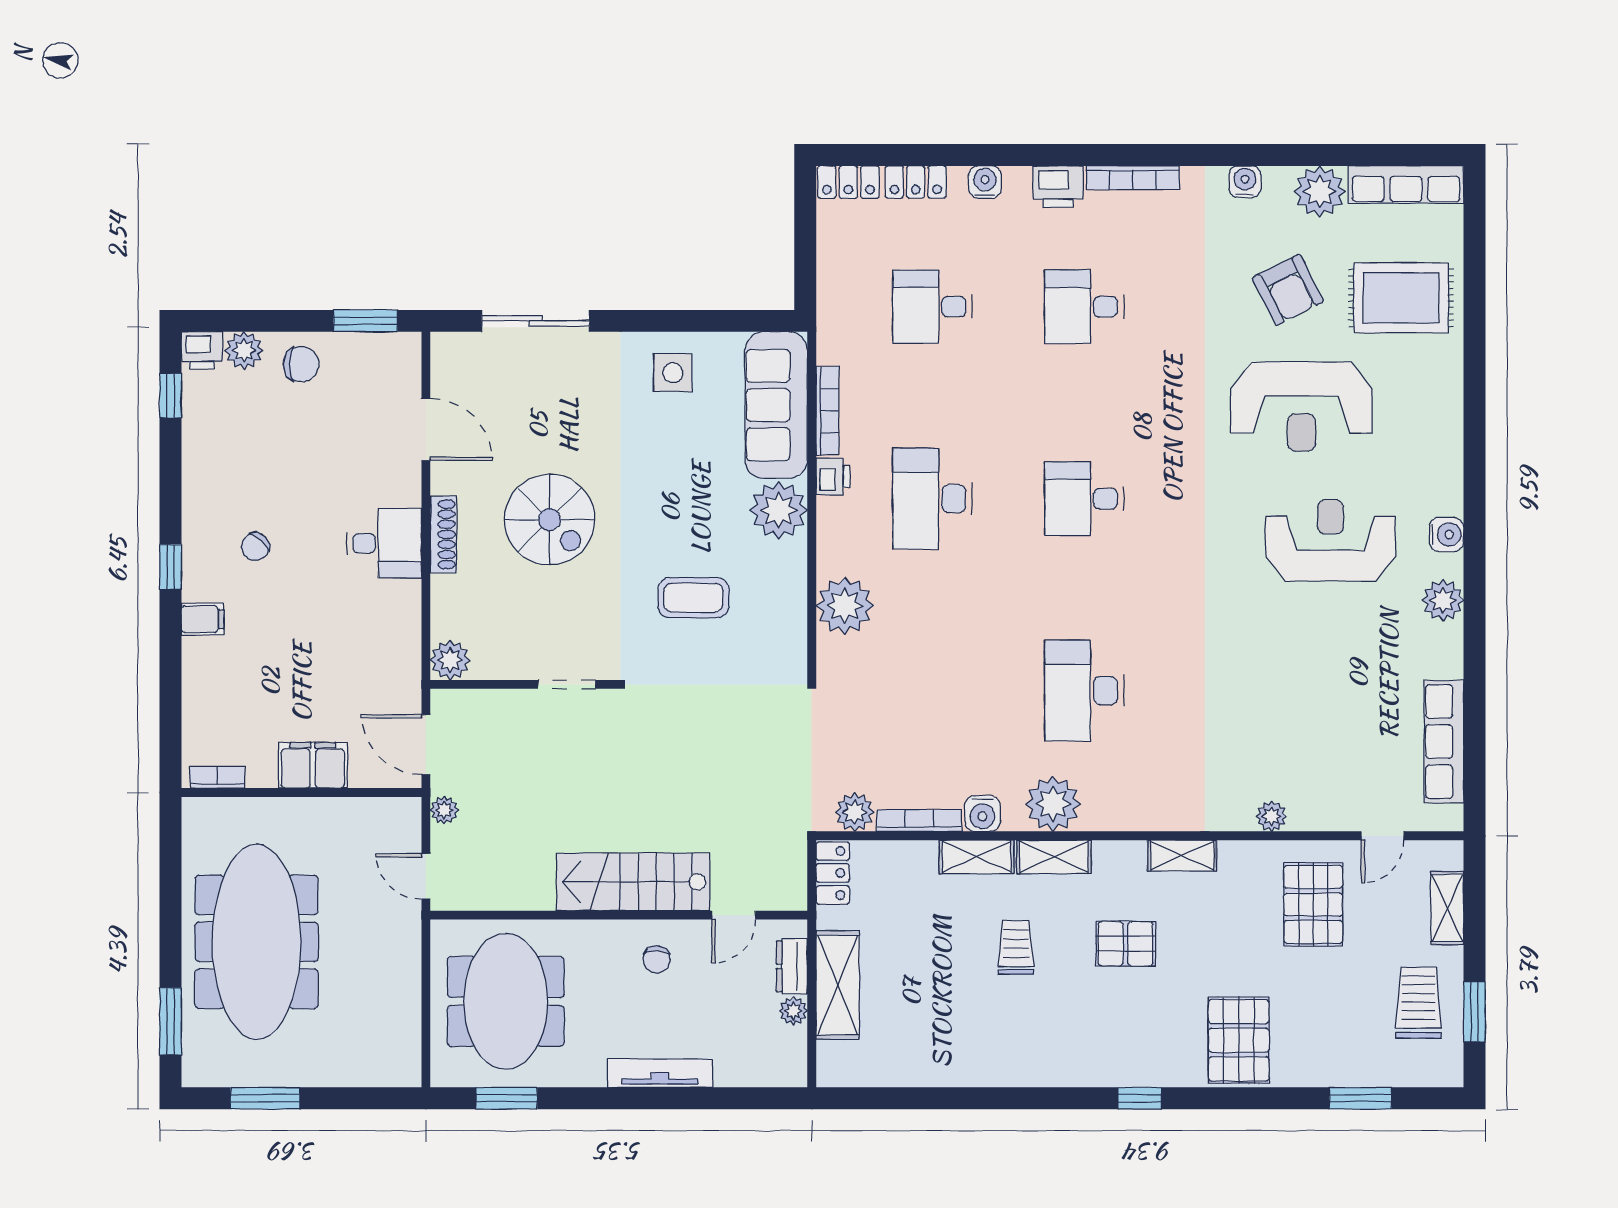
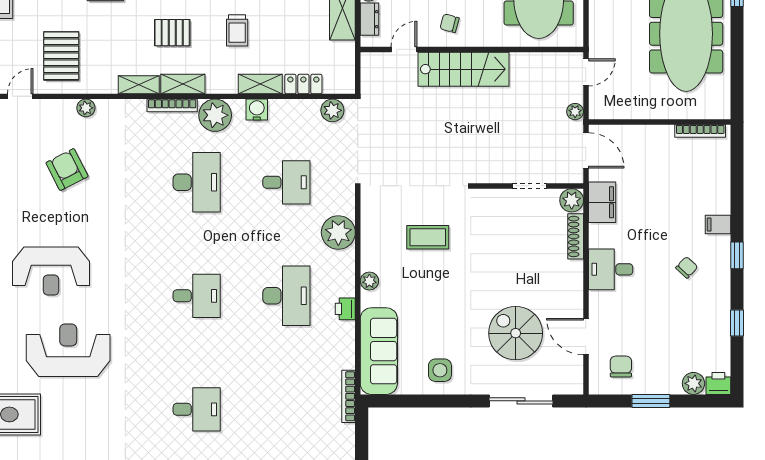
armchair: (1288, 290) -> (67, 170), moved
desk: (932, 307) -> (286, 182), moved
window: (365, 321) -> (651, 401), moved
chair: (301, 364) -> (621, 367), moved, turned 90
window: (171, 396) -> (737, 323), moved
bookcase: (827, 411) -> (349, 396), moved
plant: (779, 510) -> (369, 281), width x0.53, depth x0.53
spiral stairs: (550, 520) -> (516, 333), moved
shoe rack: (443, 534) -> (576, 236), moved
doorway: (567, 684) -> (529, 186), moved
filing cabinet: (313, 765) -> (602, 202), moved, turned -90
bookcase: (217, 777) -> (700, 131), width x1.56
bookcase: (919, 821) -> (172, 105), moved
shelving: (1054, 857) -> (183, 84), moved
locker: (833, 873) -> (303, 84), moved, turned 90
door: (426, 876) -> (586, 72), hinge flipped
chair: (657, 959) -> (450, 23), turned -75

